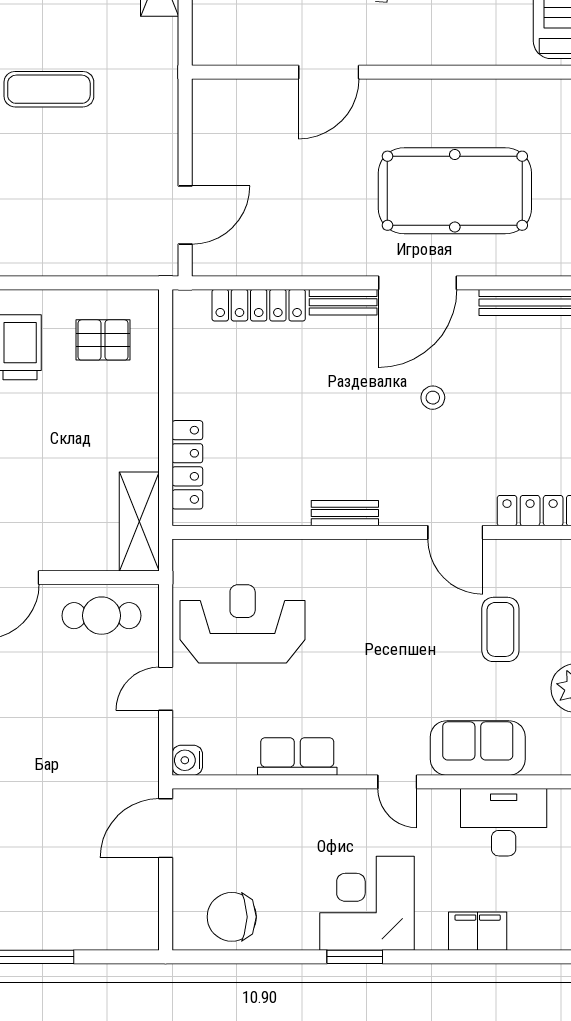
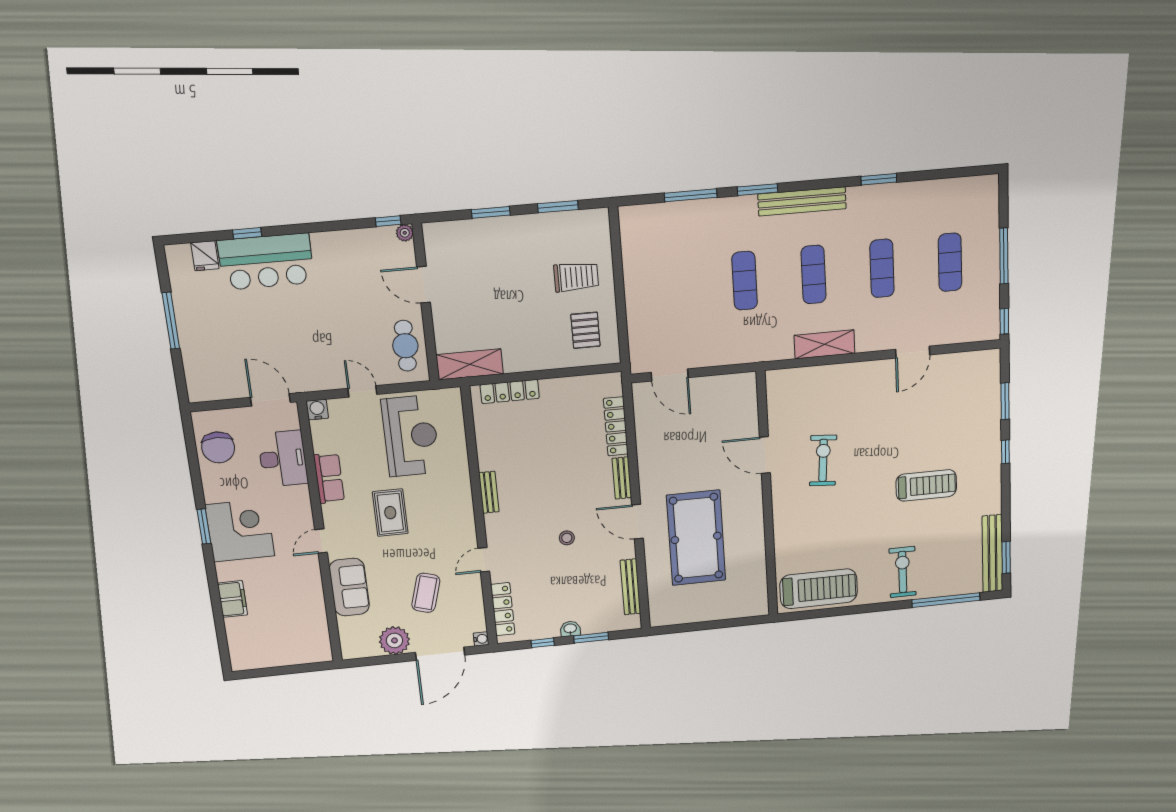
door: (418, 283) -> (638, 522), width x0.73
door: (455, 532) -> (484, 560), width x0.73
coffee table: (500, 629) -> (426, 593), turned -74
rug: (362, 670) -> (390, 513), added
desk: (504, 822) -> (283, 459), moved
chair: (232, 917) -> (218, 447), turned 180

